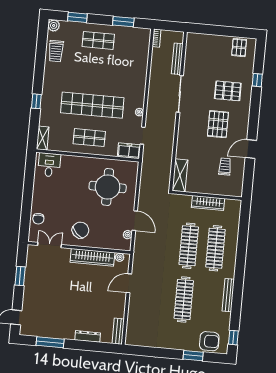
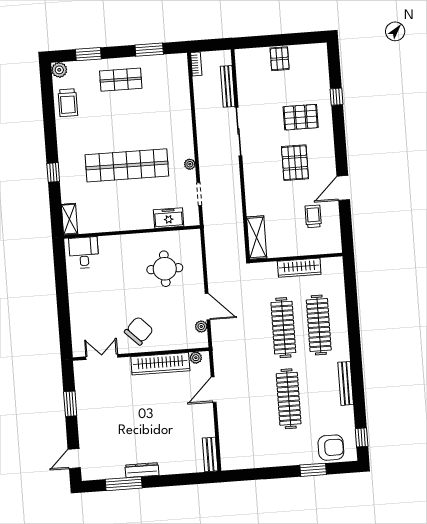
pallet: (239, 48) -> (280, 59), moved
shop shelf: (89, 138) -> (130, 208), removed
freezer: (129, 151) -> (169, 218), moved
round table: (108, 187) -> (165, 269), width x0.73, depth x0.73
chair: (38, 219) -> (81, 325), removed
dresser: (88, 336) -> (142, 470), moved

